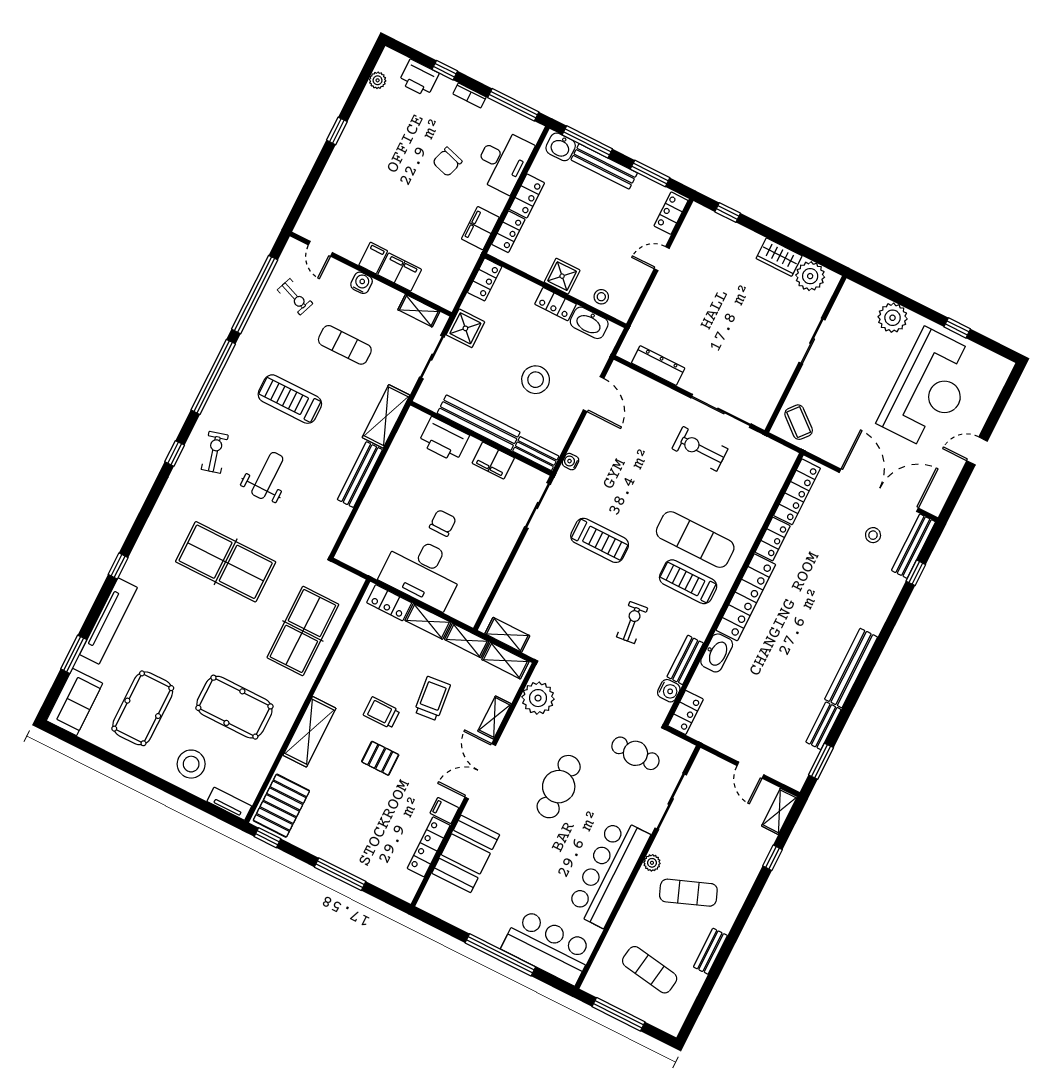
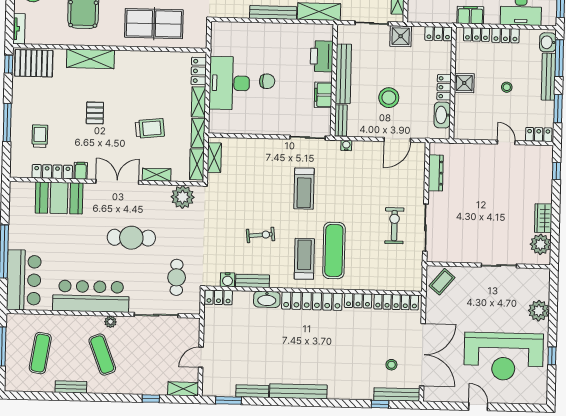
stool: (601, 297) -> (507, 87), moved
trolley: (382, 713) -> (40, 136), moved

